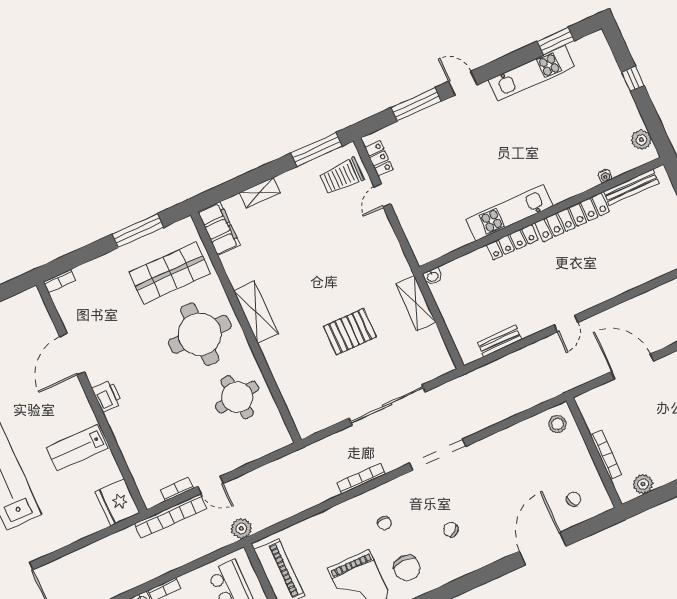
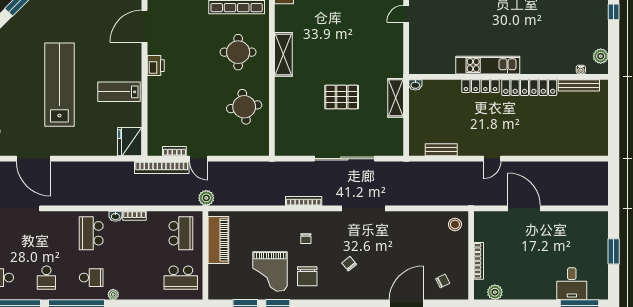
water cooler: (605, 176) -> (581, 70), moved
round table: (200, 334) -> (238, 52), width x0.73, depth x0.73

